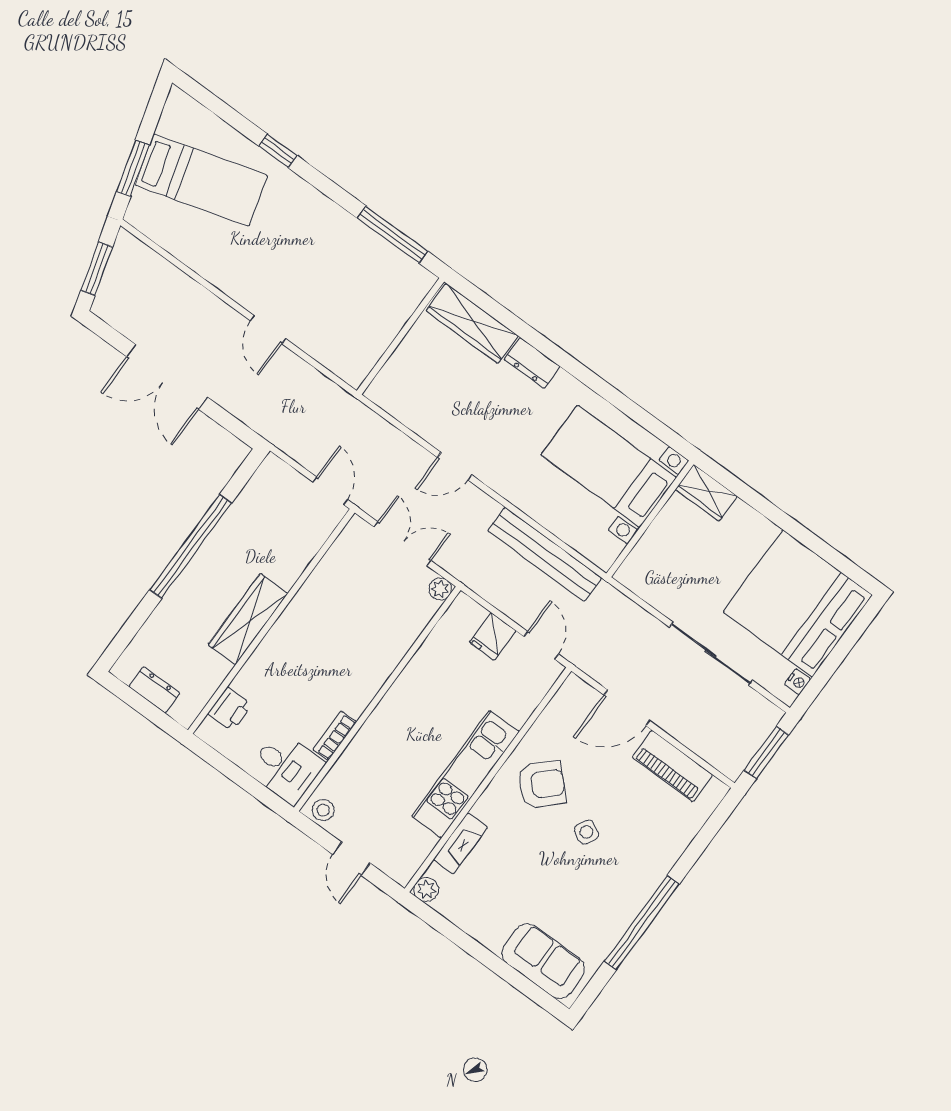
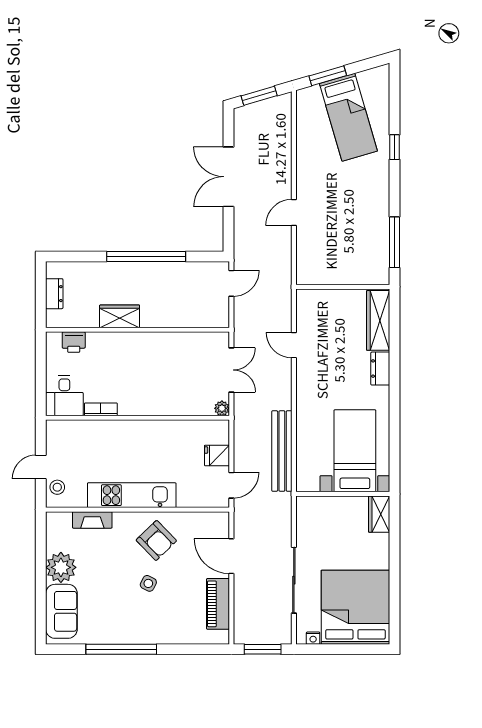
door: (455, 466) -> (294, 345), moved
door: (330, 491) -> (231, 283), moved
wardrobe: (248, 619) -> (120, 316), width x0.67
stool: (323, 810) -> (57, 487), moved
plant: (426, 890) -> (61, 567), moved, width x1.88, depth x1.88

